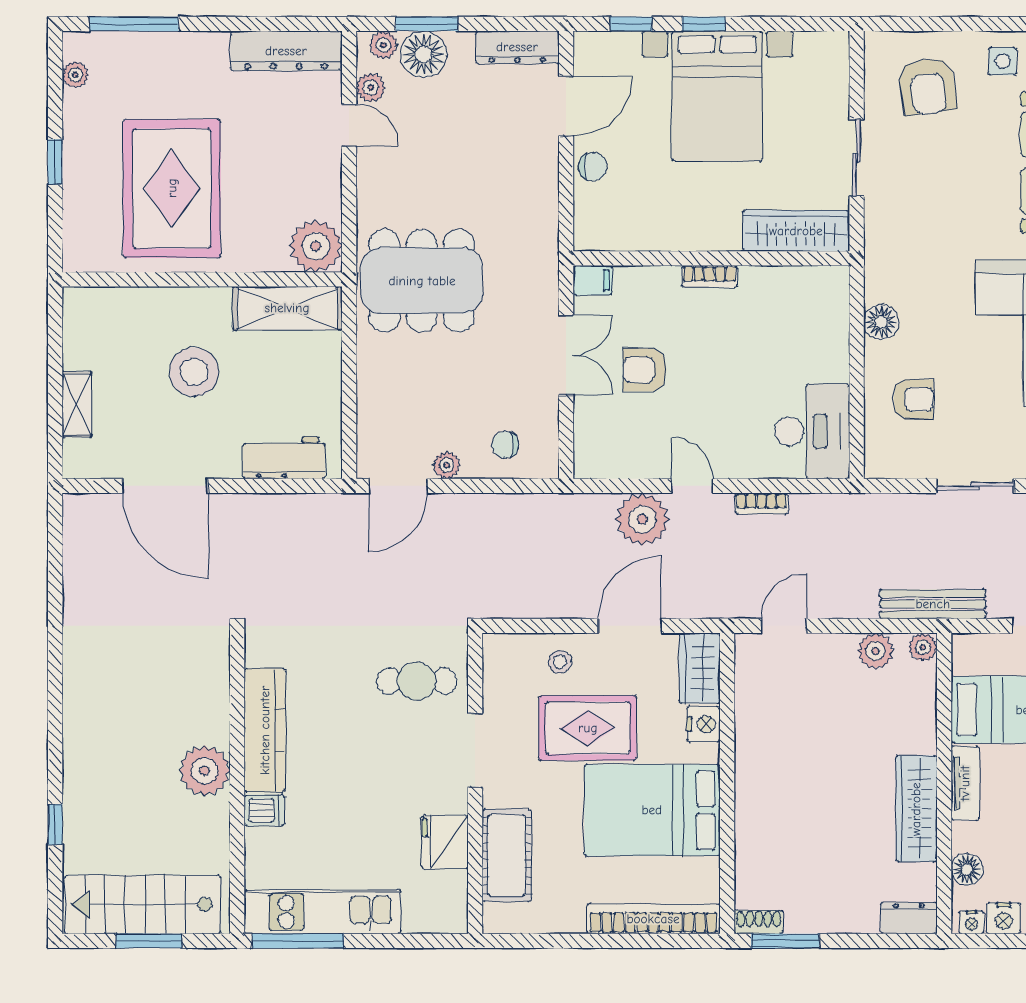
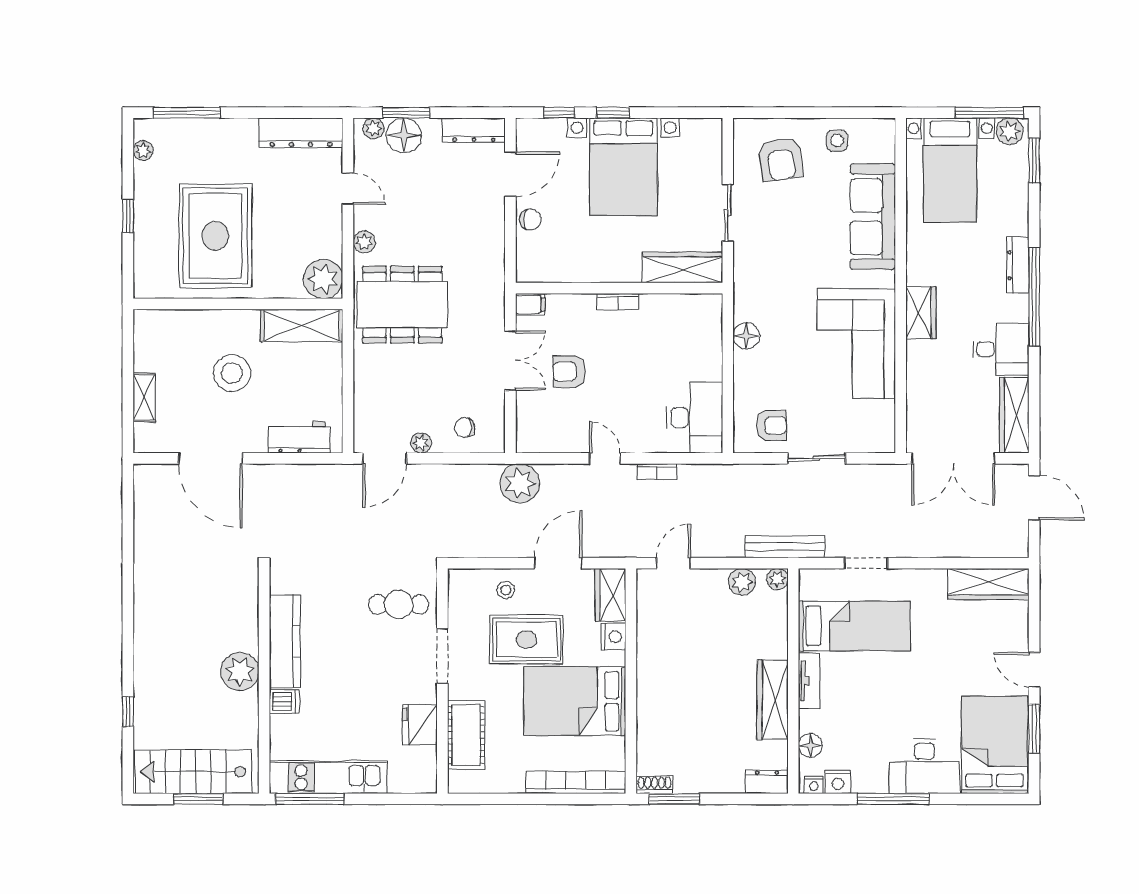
plant: (371, 88) -> (364, 242), moved
armchair: (913, 399) -> (771, 426), moved
plant: (642, 519) -> (520, 483), moved

